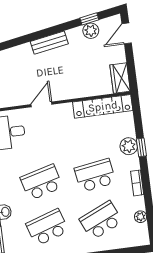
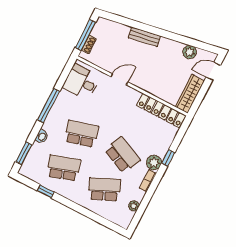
window: (89, 19) -> (194, 43), removed
bench: (49, 43) -> (144, 37), moved
wardrobe: (120, 78) -> (190, 94), width x1.50
plant: (129, 146) -> (154, 162), moved
school desk: (95, 175) -> (122, 155), turned 33

